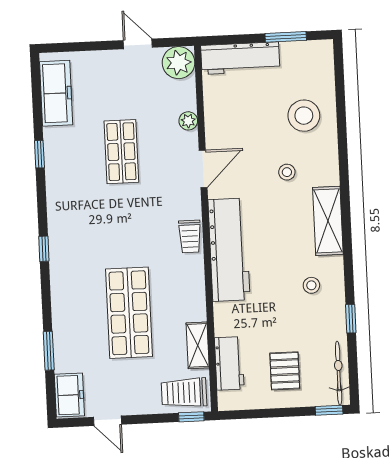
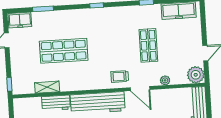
shop shelf: (121, 152) -> (148, 45), turned 90
trolley: (190, 236) -> (120, 77), moved
workbench: (229, 363) -> (56, 103), moved
trolley: (184, 393) -> (22, 80), removed

